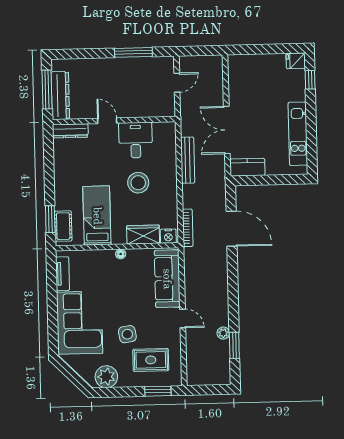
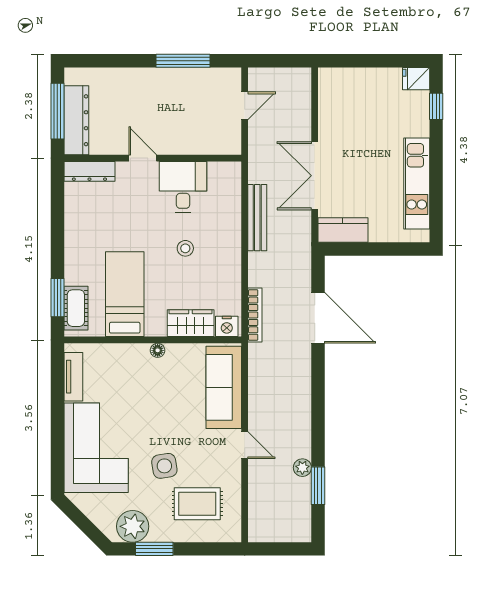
stool: (138, 183) -> (185, 248), width x0.53, depth x0.53
window: (158, 391) -> (154, 549), moved

